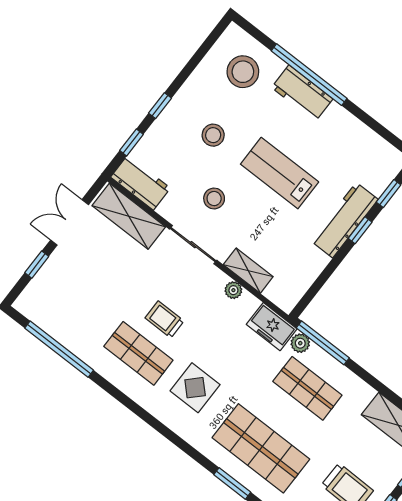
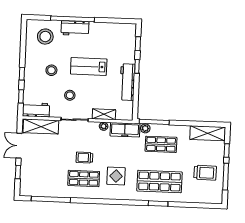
workbench: (344, 220) -> (127, 82), moved
freezer: (272, 327) -> (125, 130), width x1.40

